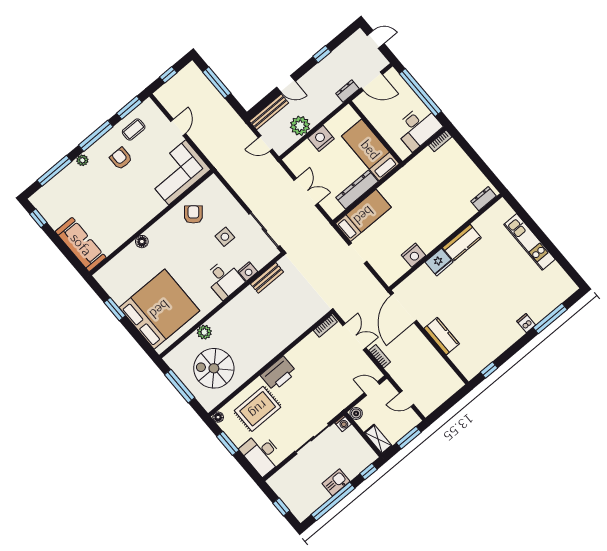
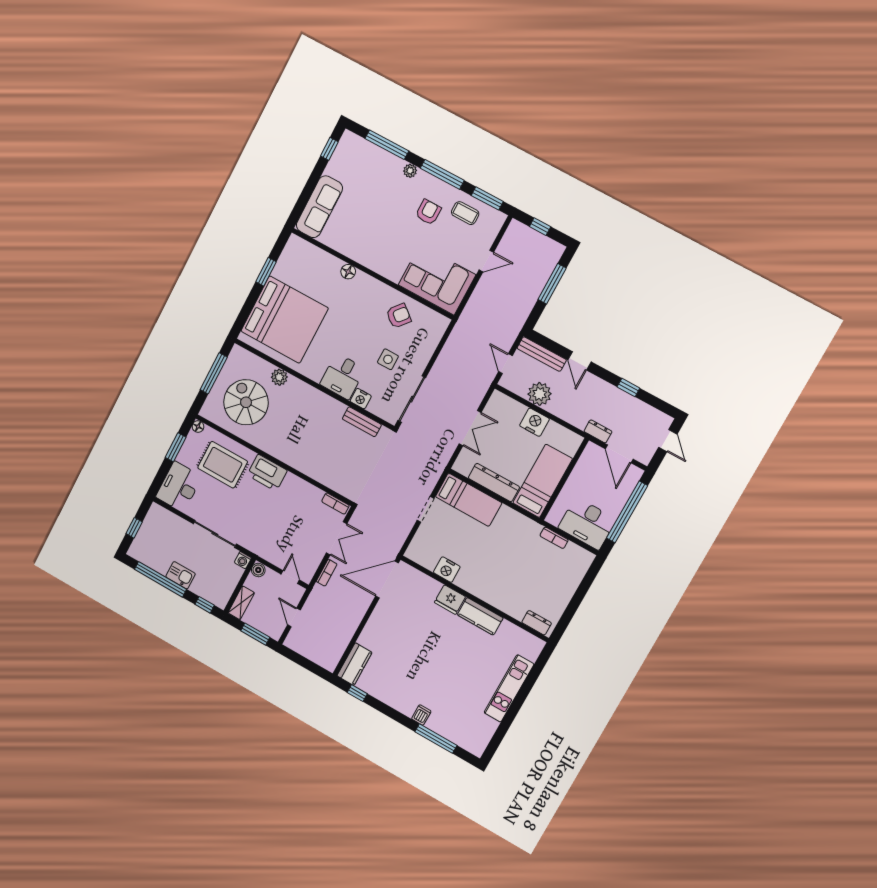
bookcase: (440, 141) -> (554, 538), moved
kitchen counter: (442, 336) -> (355, 664), moved

